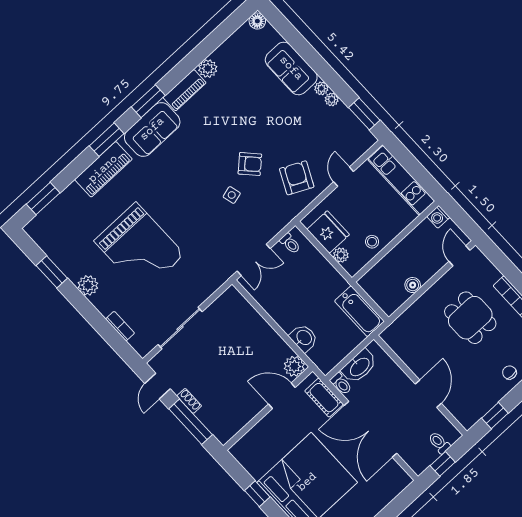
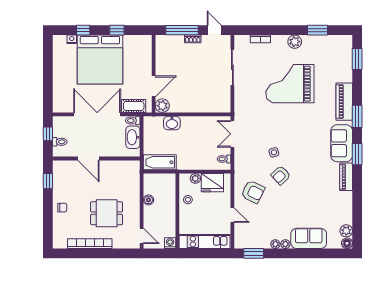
plant: (208, 69) -> (346, 231), moved

